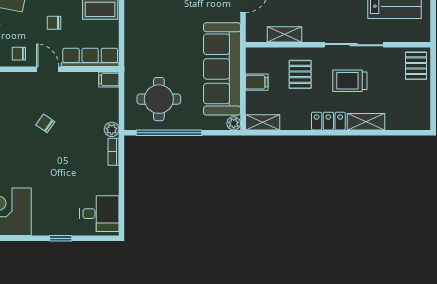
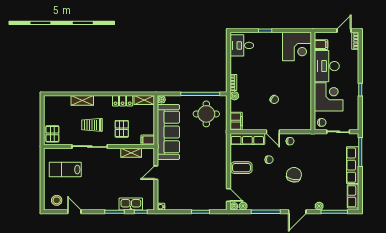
filing cabinet: (109, 79) -> (236, 121), width x2.00
trolley: (350, 81) -> (92, 125), turned 180
filing cabinet: (257, 82) -> (148, 140), moved
locker: (328, 121) -> (123, 101), moved

